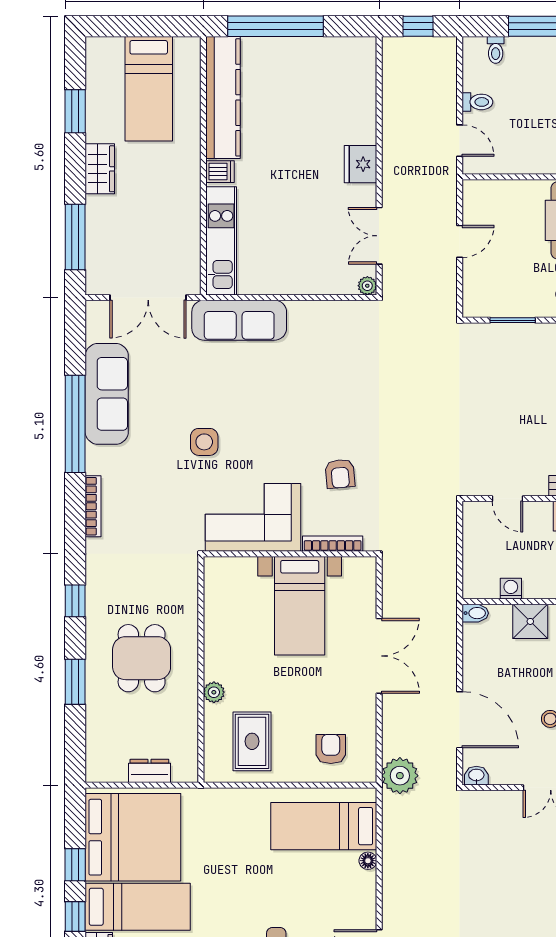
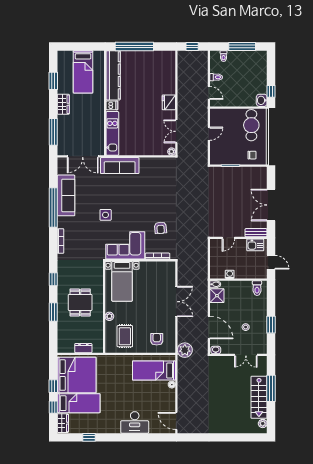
door: (507, 499) -> (228, 238), hinge flipped
bed with nightstands: (300, 606) -> (122, 281), moved
shower: (530, 621) -> (217, 296), moved

